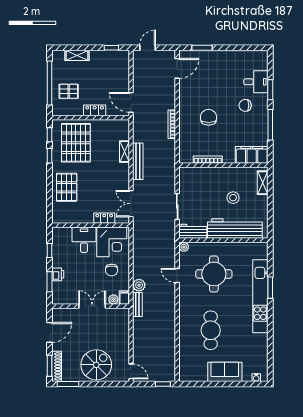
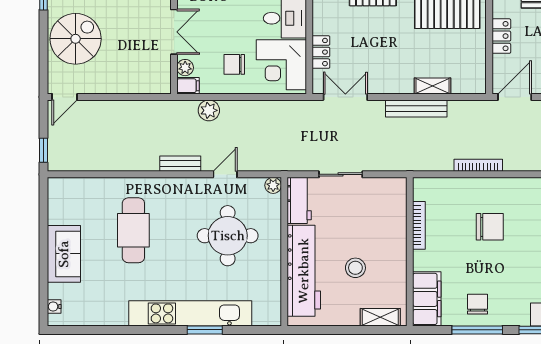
chair: (245, 105) -> (477, 304), moved
bench: (137, 305) -> (180, 164), moved
cafe table: (211, 330) -> (133, 230), turned 90
spiral stairs: (96, 365) -> (76, 39), turned -90

